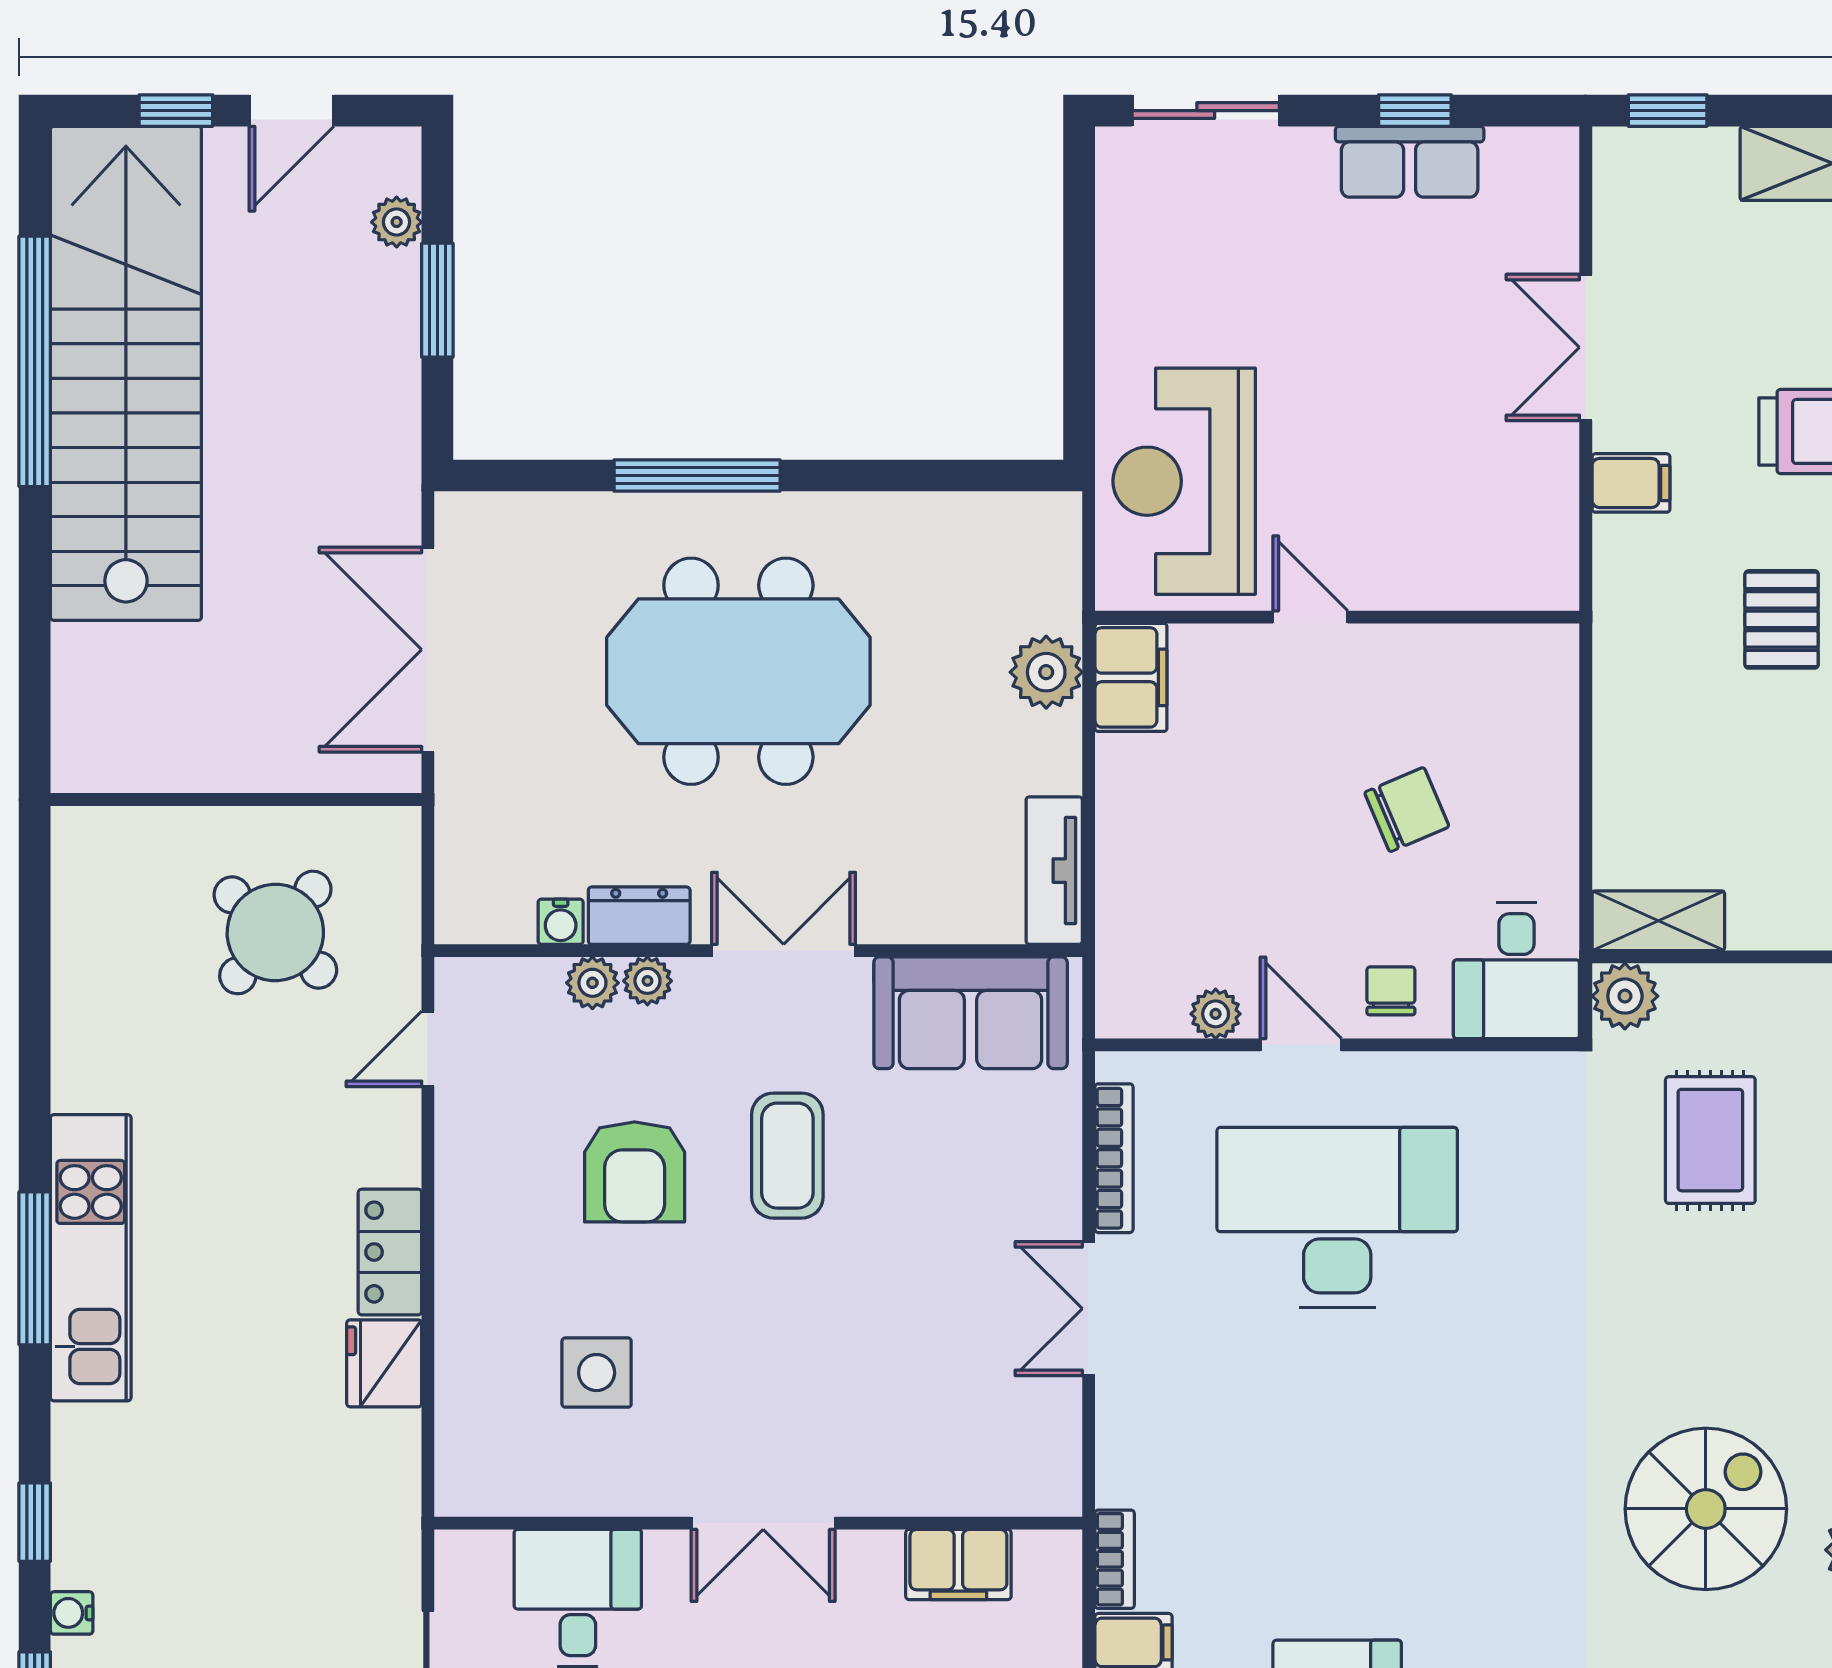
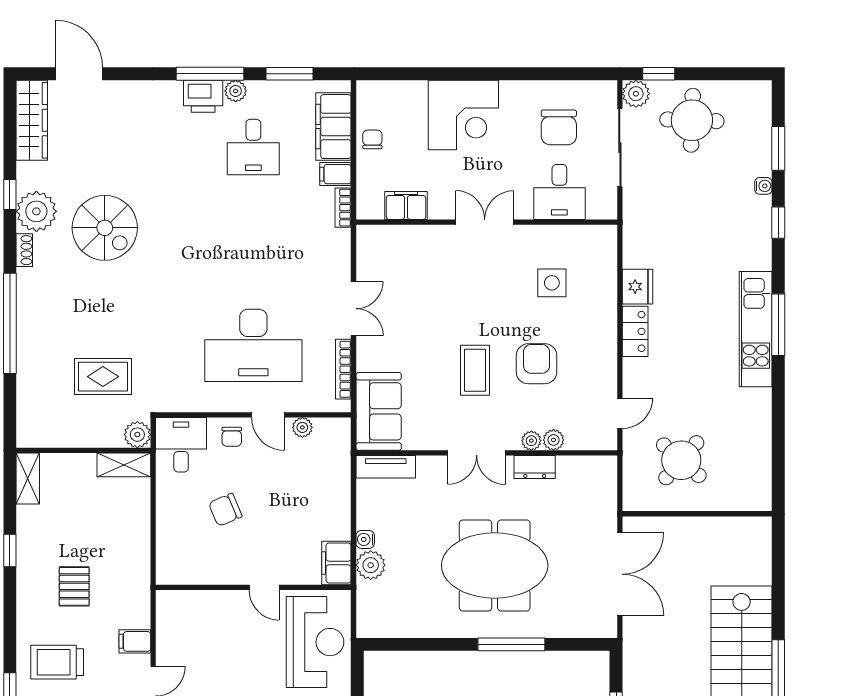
tv unit: (1054, 871) -> (386, 467), moved, turned 90
water cooler: (561, 922) -> (365, 539), moved, turned -90
sofa: (971, 1013) -> (379, 411), moved, turned 90
rug: (1710, 1140) -> (103, 377), turned 90
spiral stairs: (1706, 1509) -> (105, 228), turned -90

